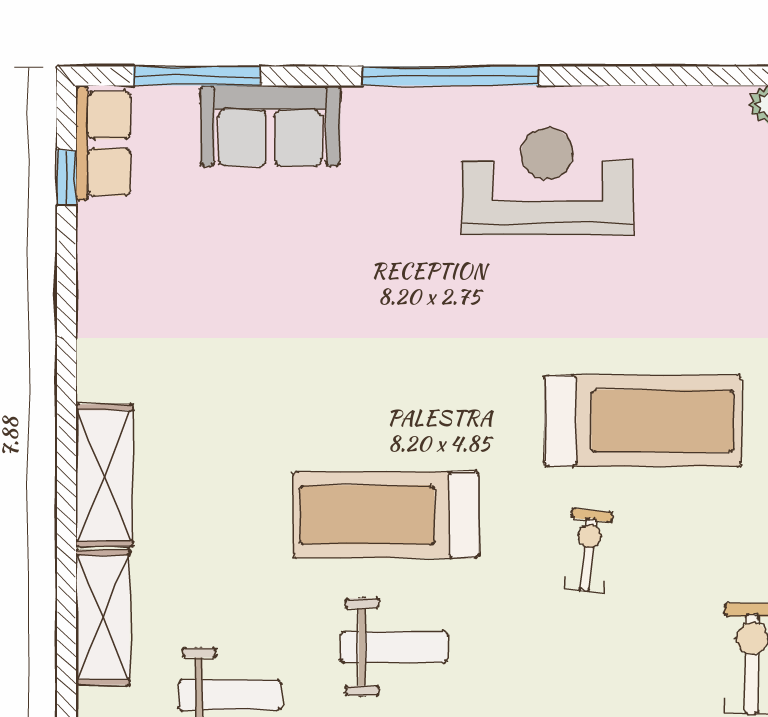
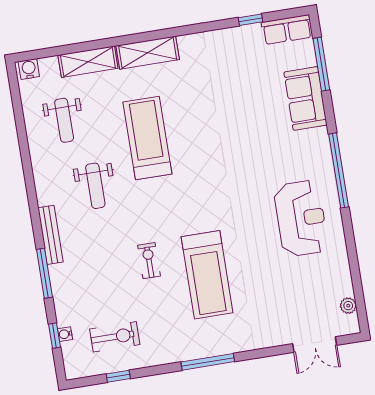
window: (66, 177) -> (250, 20), moved
treadmill: (386, 515) -> (147, 138), moved
exercise bike: (588, 550) -> (149, 261), turned -96

